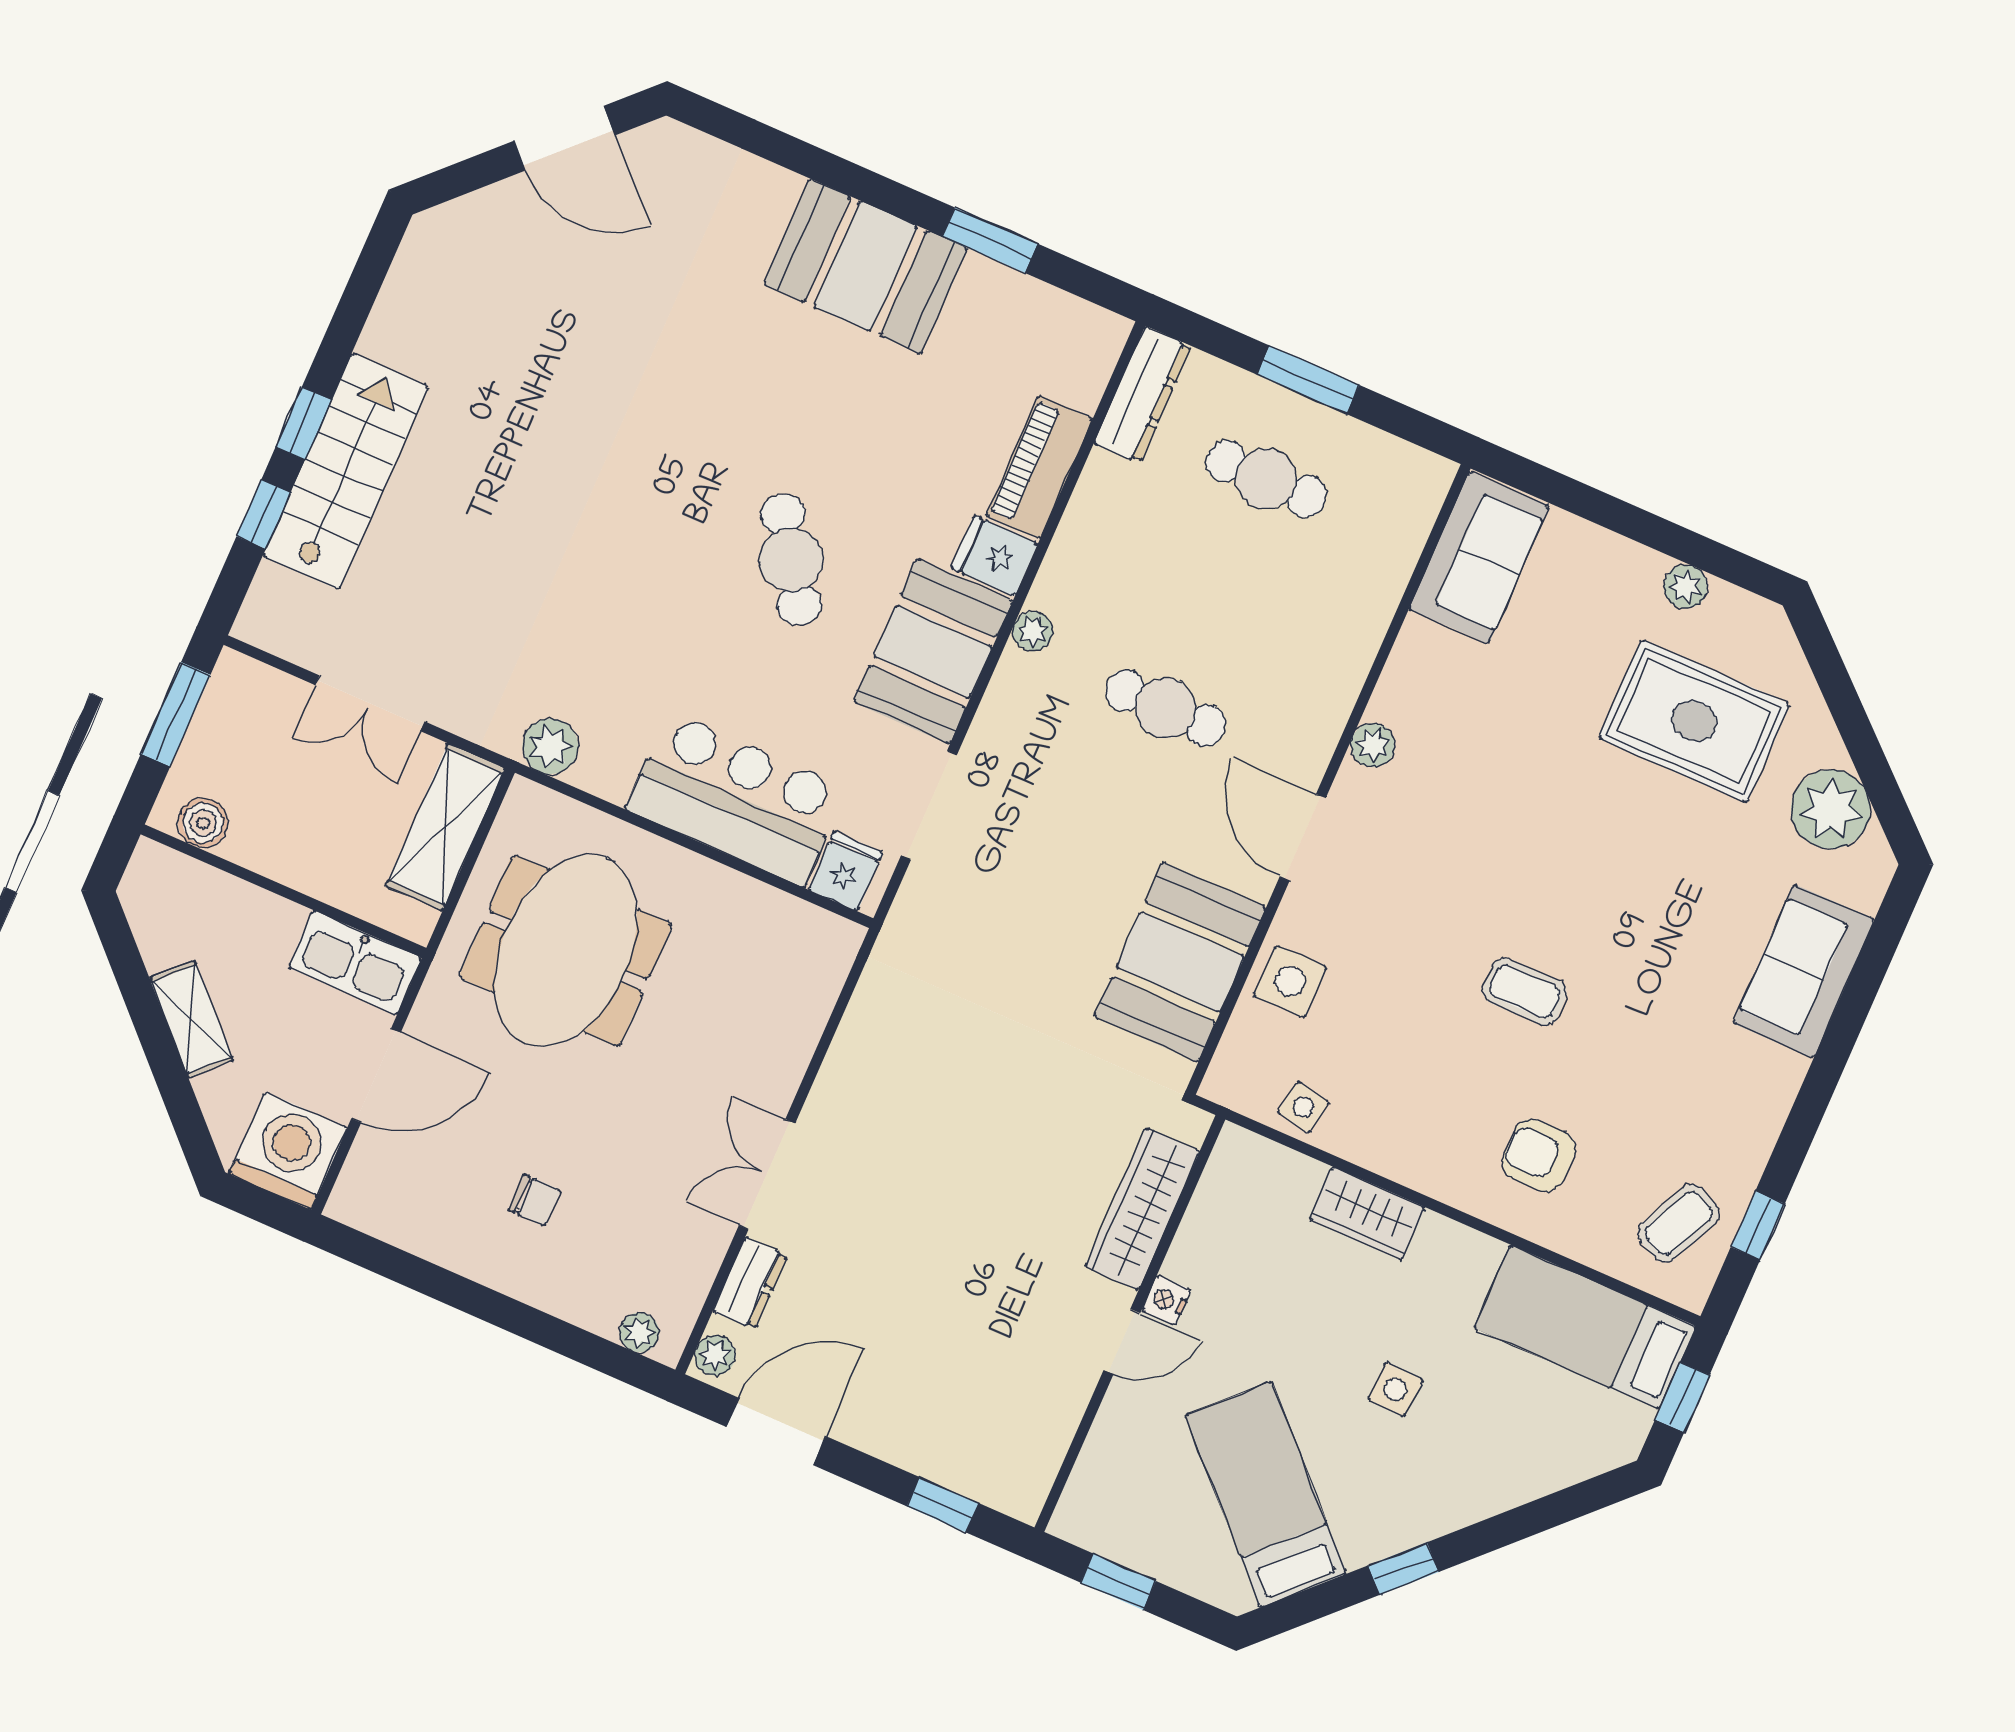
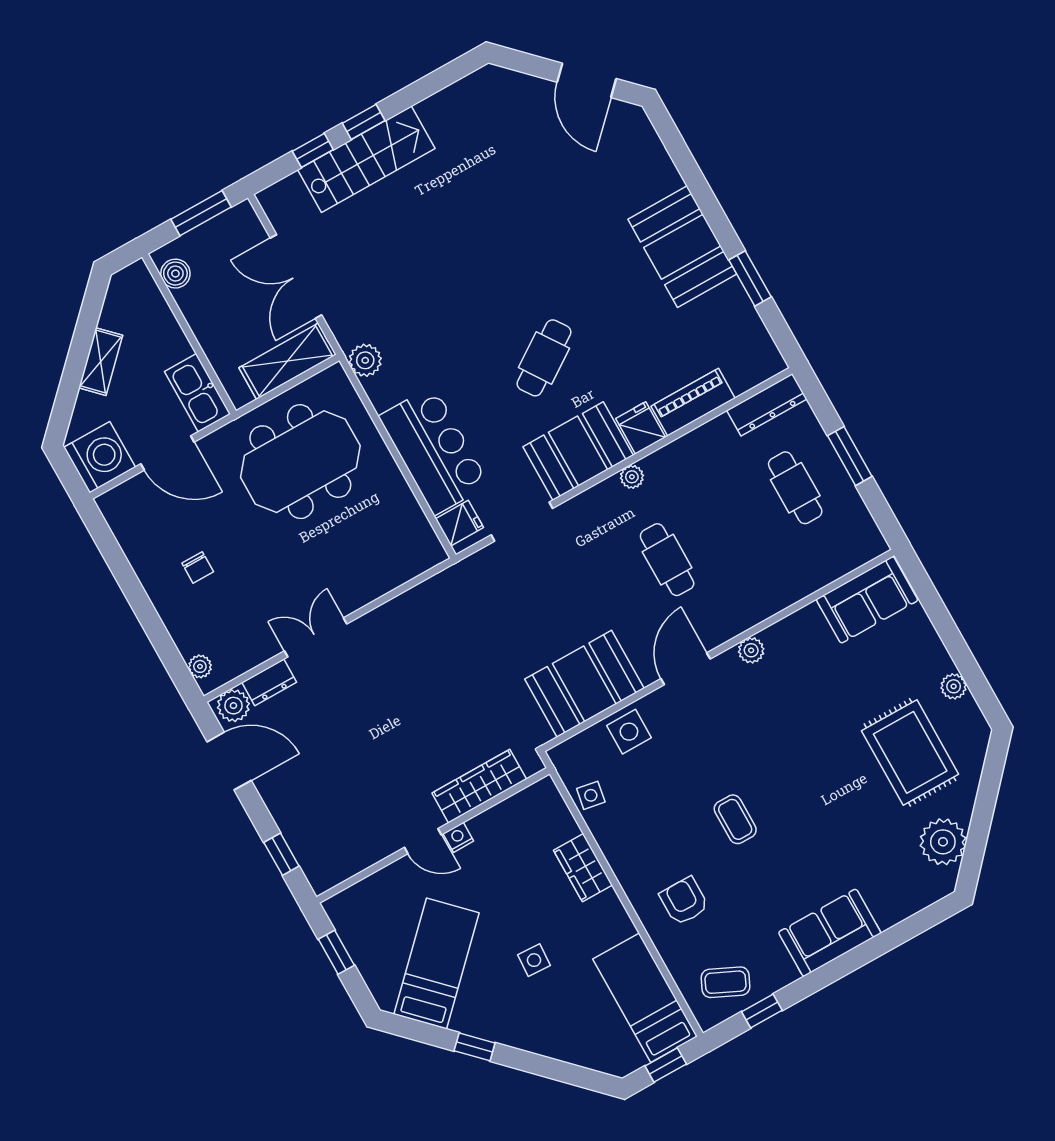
double door: (370, 703) -> (296, 276), width x1.37
sofa: (1804, 971) -> (830, 933), moved
plant: (715, 1355) -> (233, 706), width x1.38, depth x1.38

